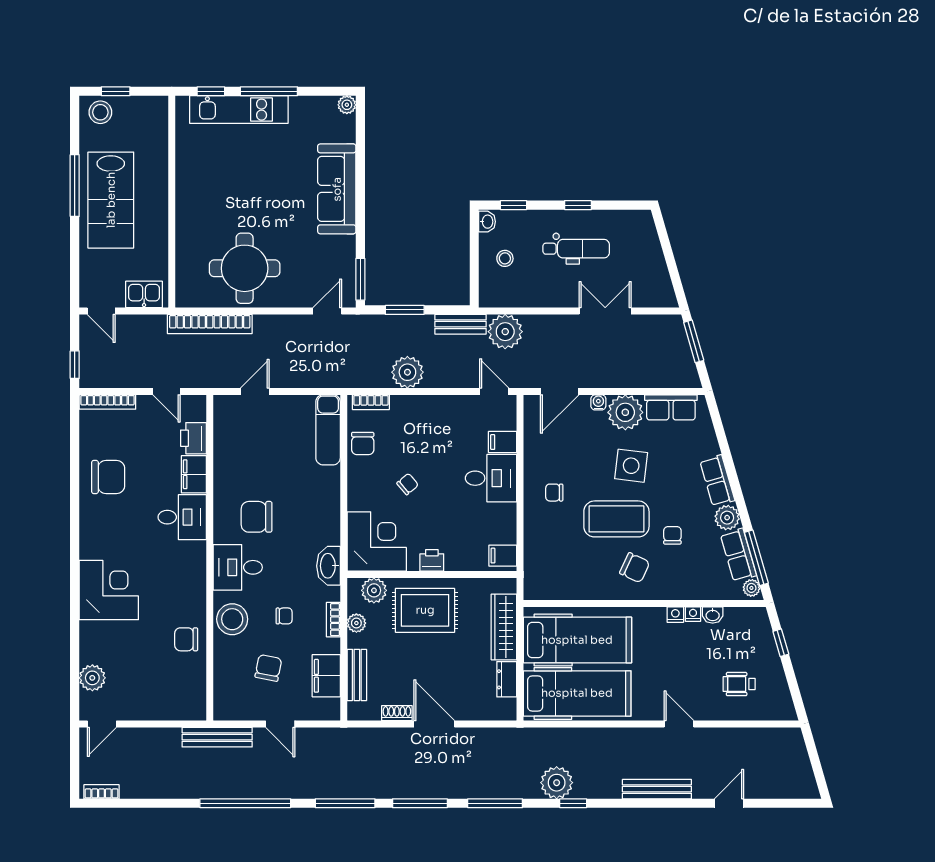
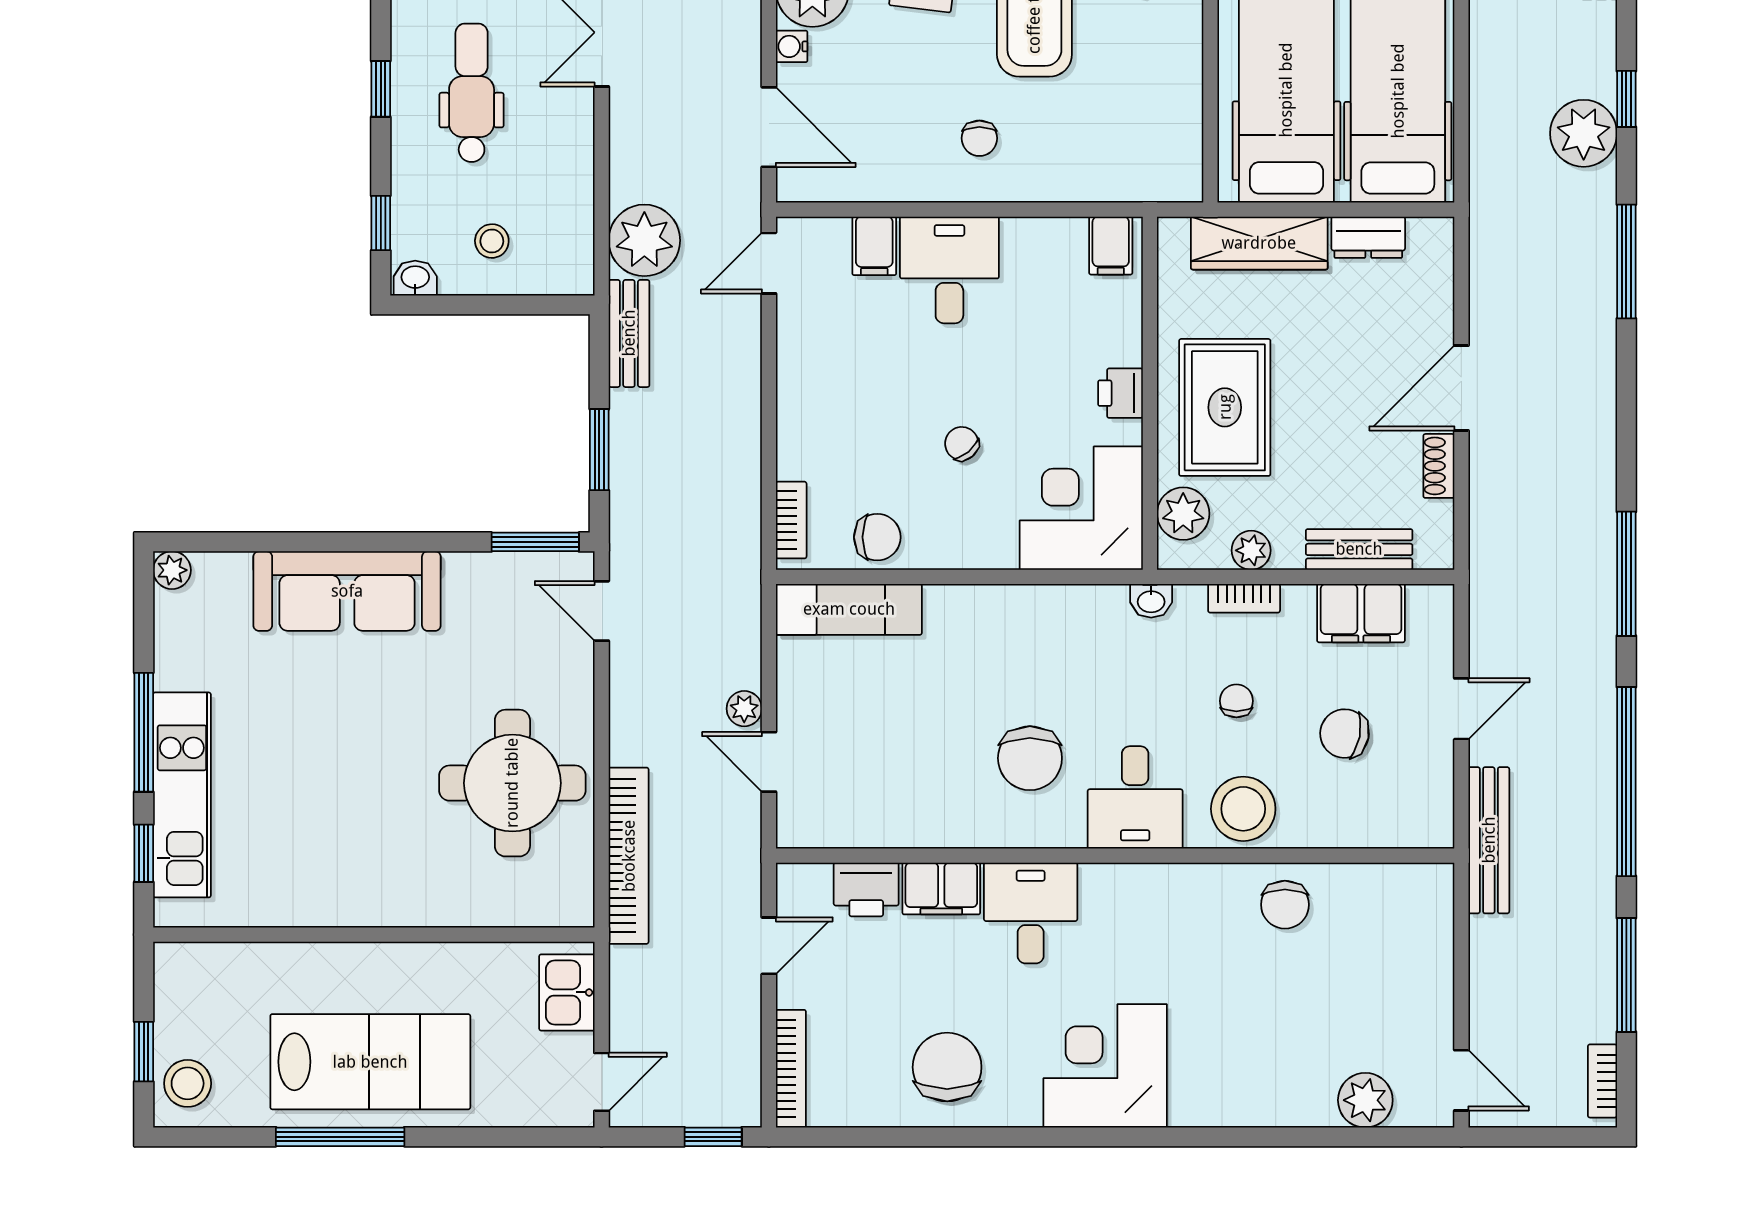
plant: (407, 372) -> (744, 709), moved, width x0.53, depth x0.53
washbasin: (329, 566) -> (1151, 601), width x0.52, depth x0.69
corner desk: (109, 590) -> (1105, 1066), moved
window: (420, 803) -> (1626, 975), moved

